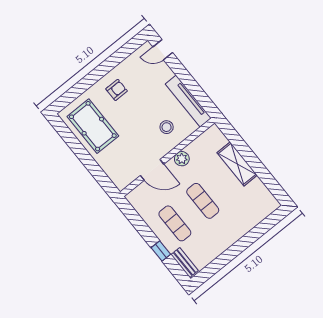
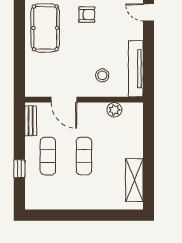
plant: (182, 159) -> (114, 110), moved
shelving: (237, 164) -> (134, 180), moved
bench: (185, 263) -> (31, 121), moved

